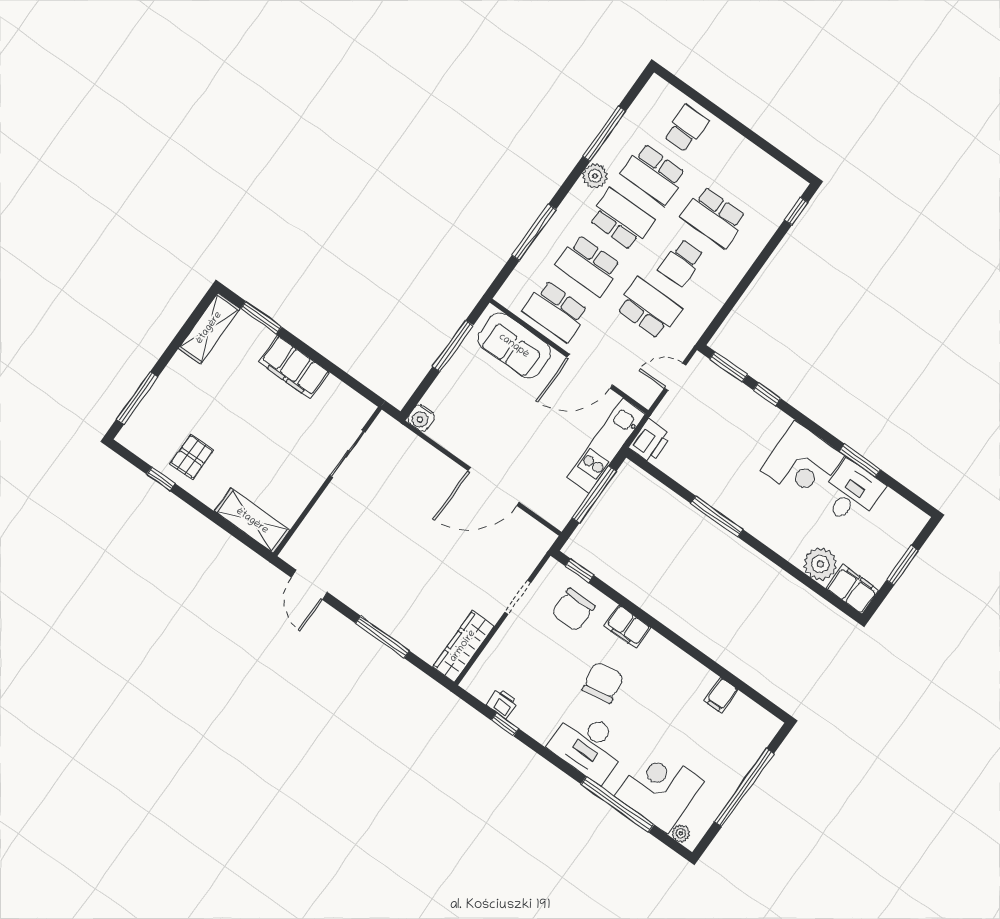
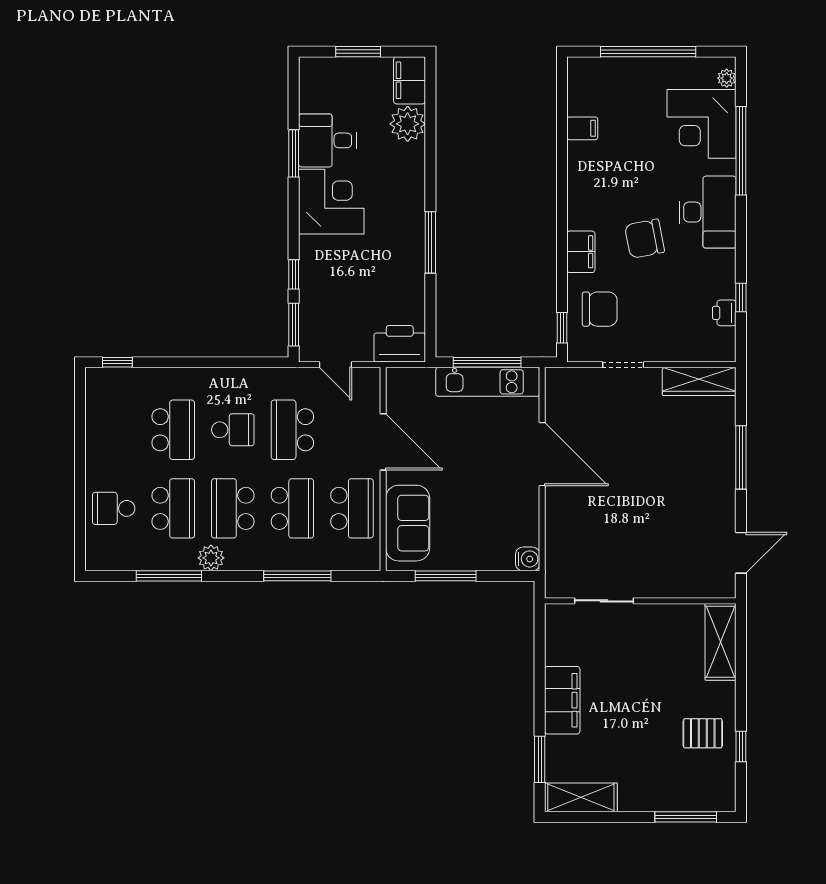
printer: (650, 441) -> (400, 344), width x1.37, depth x1.19
kitchen unit: (606, 446) -> (488, 382), moved

